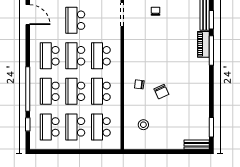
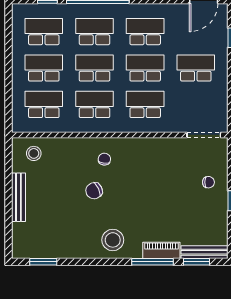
stool: (196, 78) -> (113, 240), added
stool: (143, 125) -> (34, 153), moved
bench: (197, 145) -> (18, 197), moved, width x1.36

